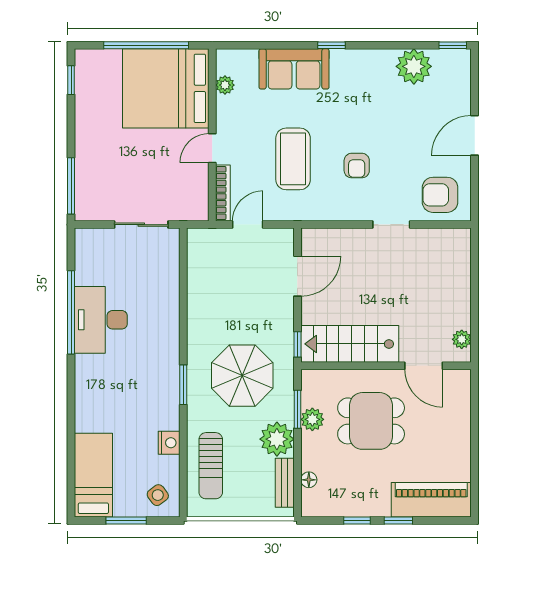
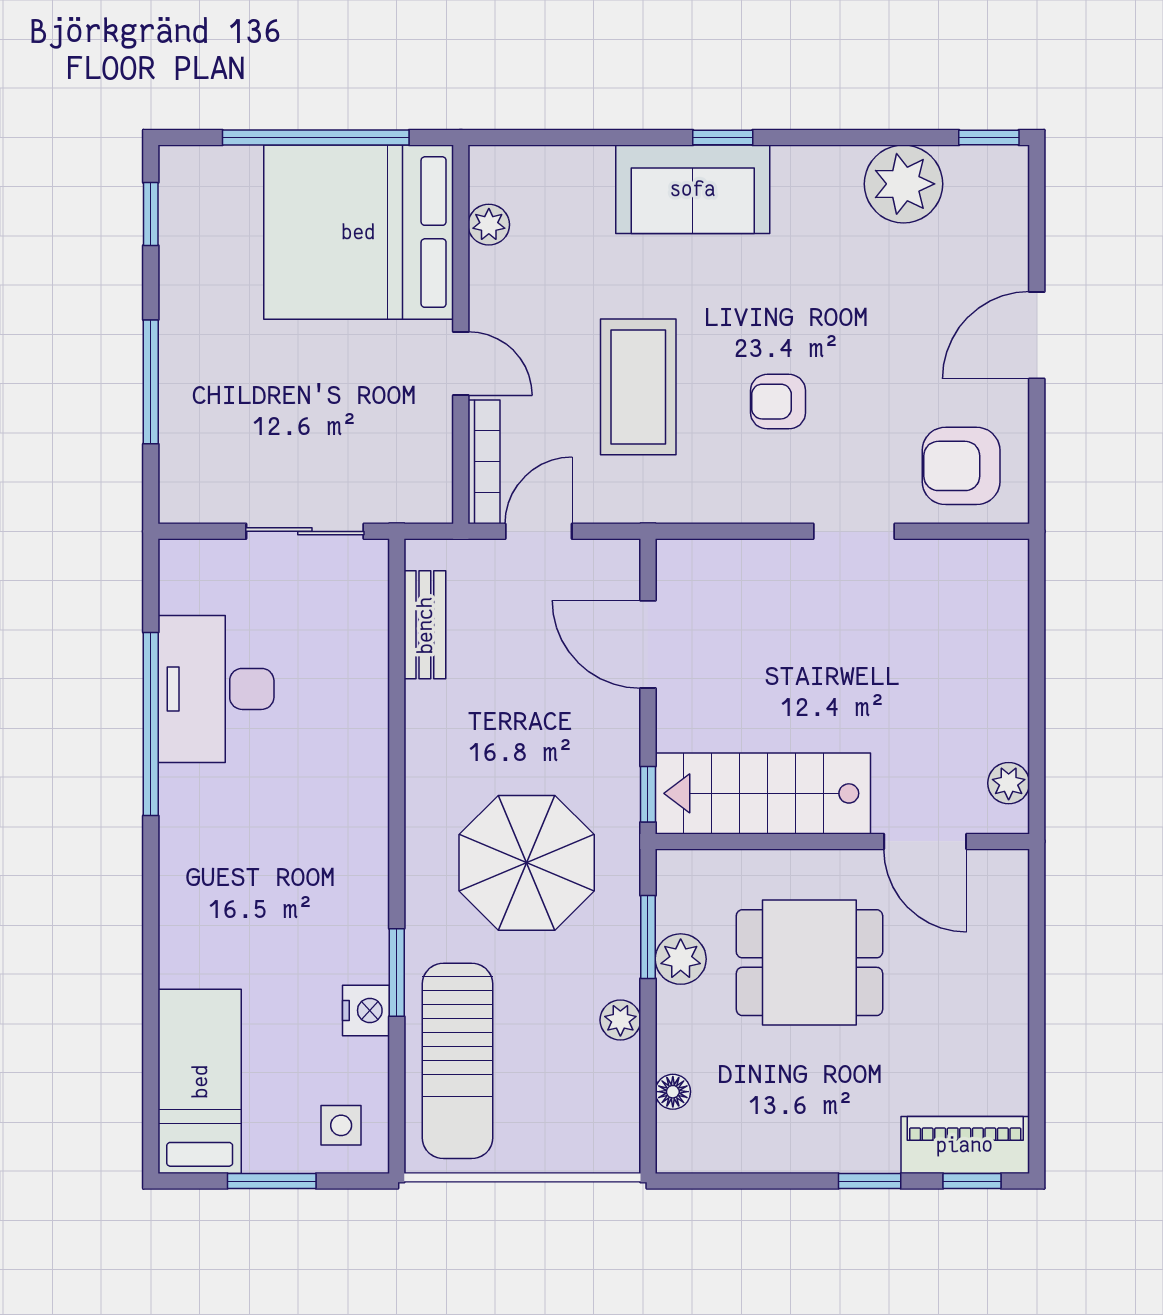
sofa: (294, 69) -> (693, 189), moved
door: (212, 148) -> (461, 363), swing flipped
armchair: (357, 166) -> (778, 402), turned 90
window: (71, 186) -> (151, 382), moved
door: (297, 276) -> (648, 644), swing flipped
desk: (101, 320) -> (216, 689), moved
window: (183, 385) -> (397, 972), moved
plant: (277, 439) -> (620, 1020), width x0.53, depth x0.53
sun lounger: (211, 466) -> (457, 1061), width x1.36, depth x1.34
bench: (285, 483) -> (425, 625), moved
side table: (158, 495) -> (341, 1125), turned 37
piano: (431, 500) -> (965, 1145), width x0.73, depth x0.75
window: (357, 520) -> (972, 1181), moved

